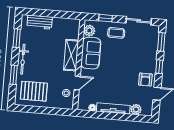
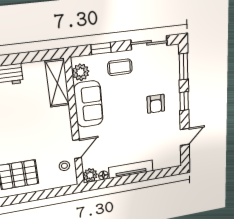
shelving: (71, 55) -> (57, 83), moved
armchair: (145, 80) -> (156, 104), moved
plant: (136, 109) -> (90, 175), moved

